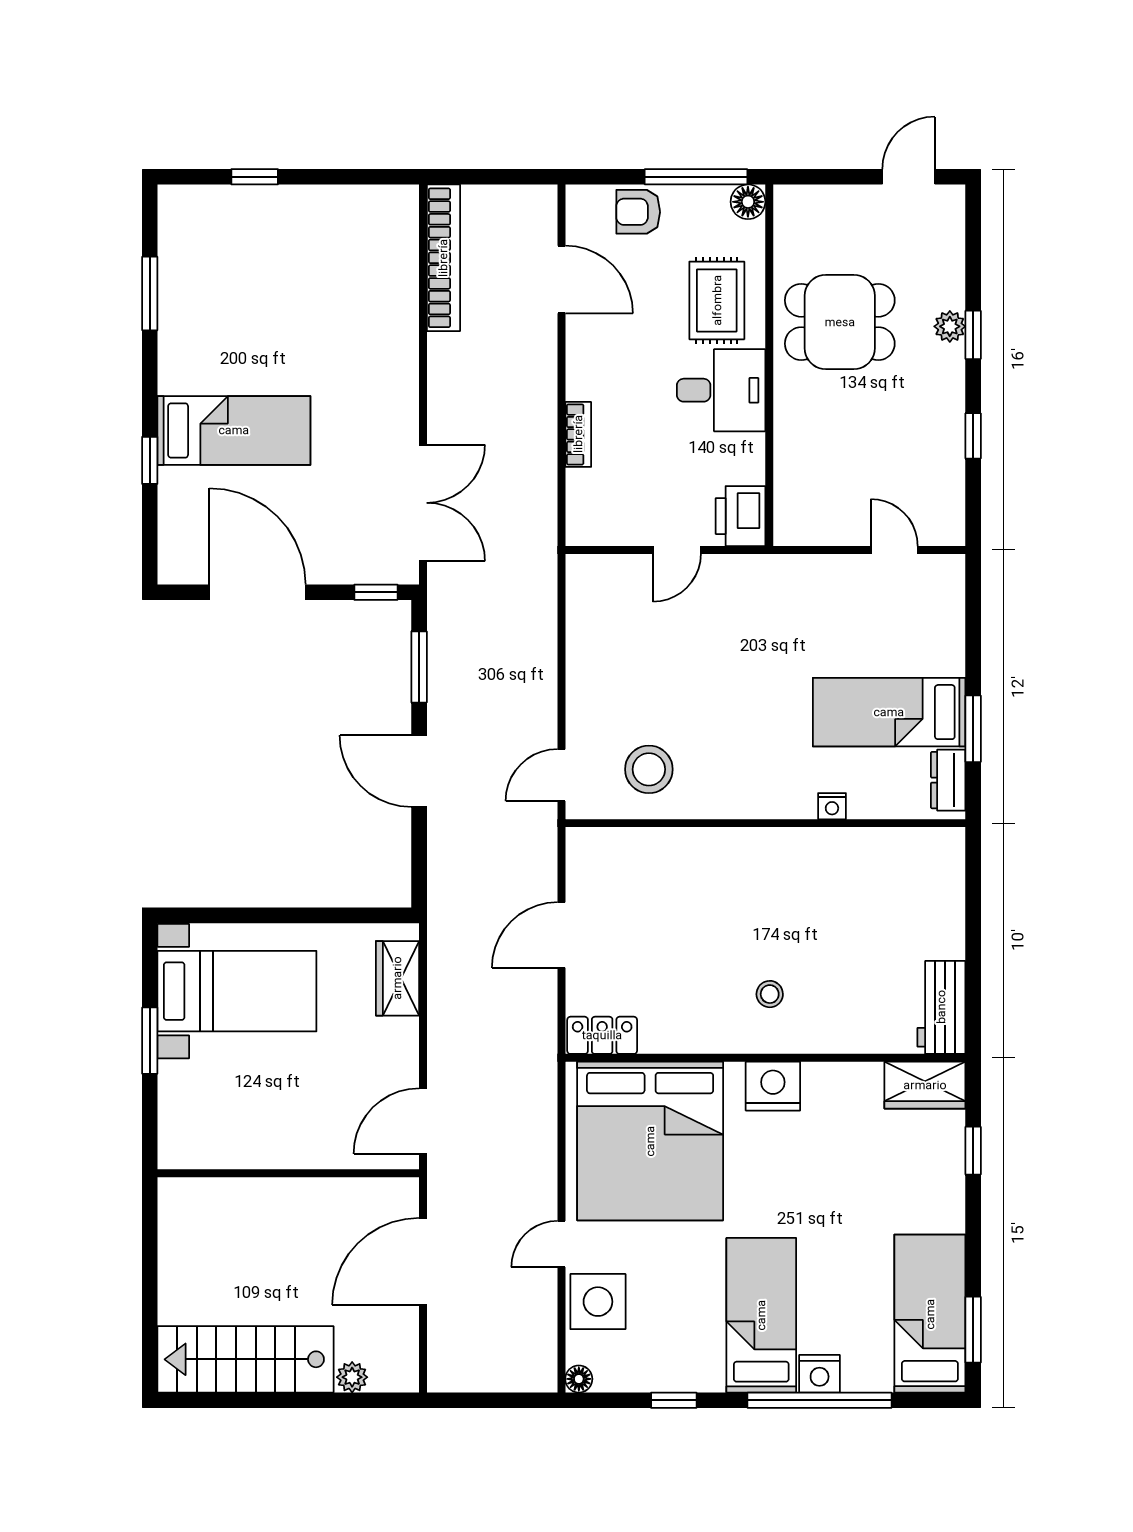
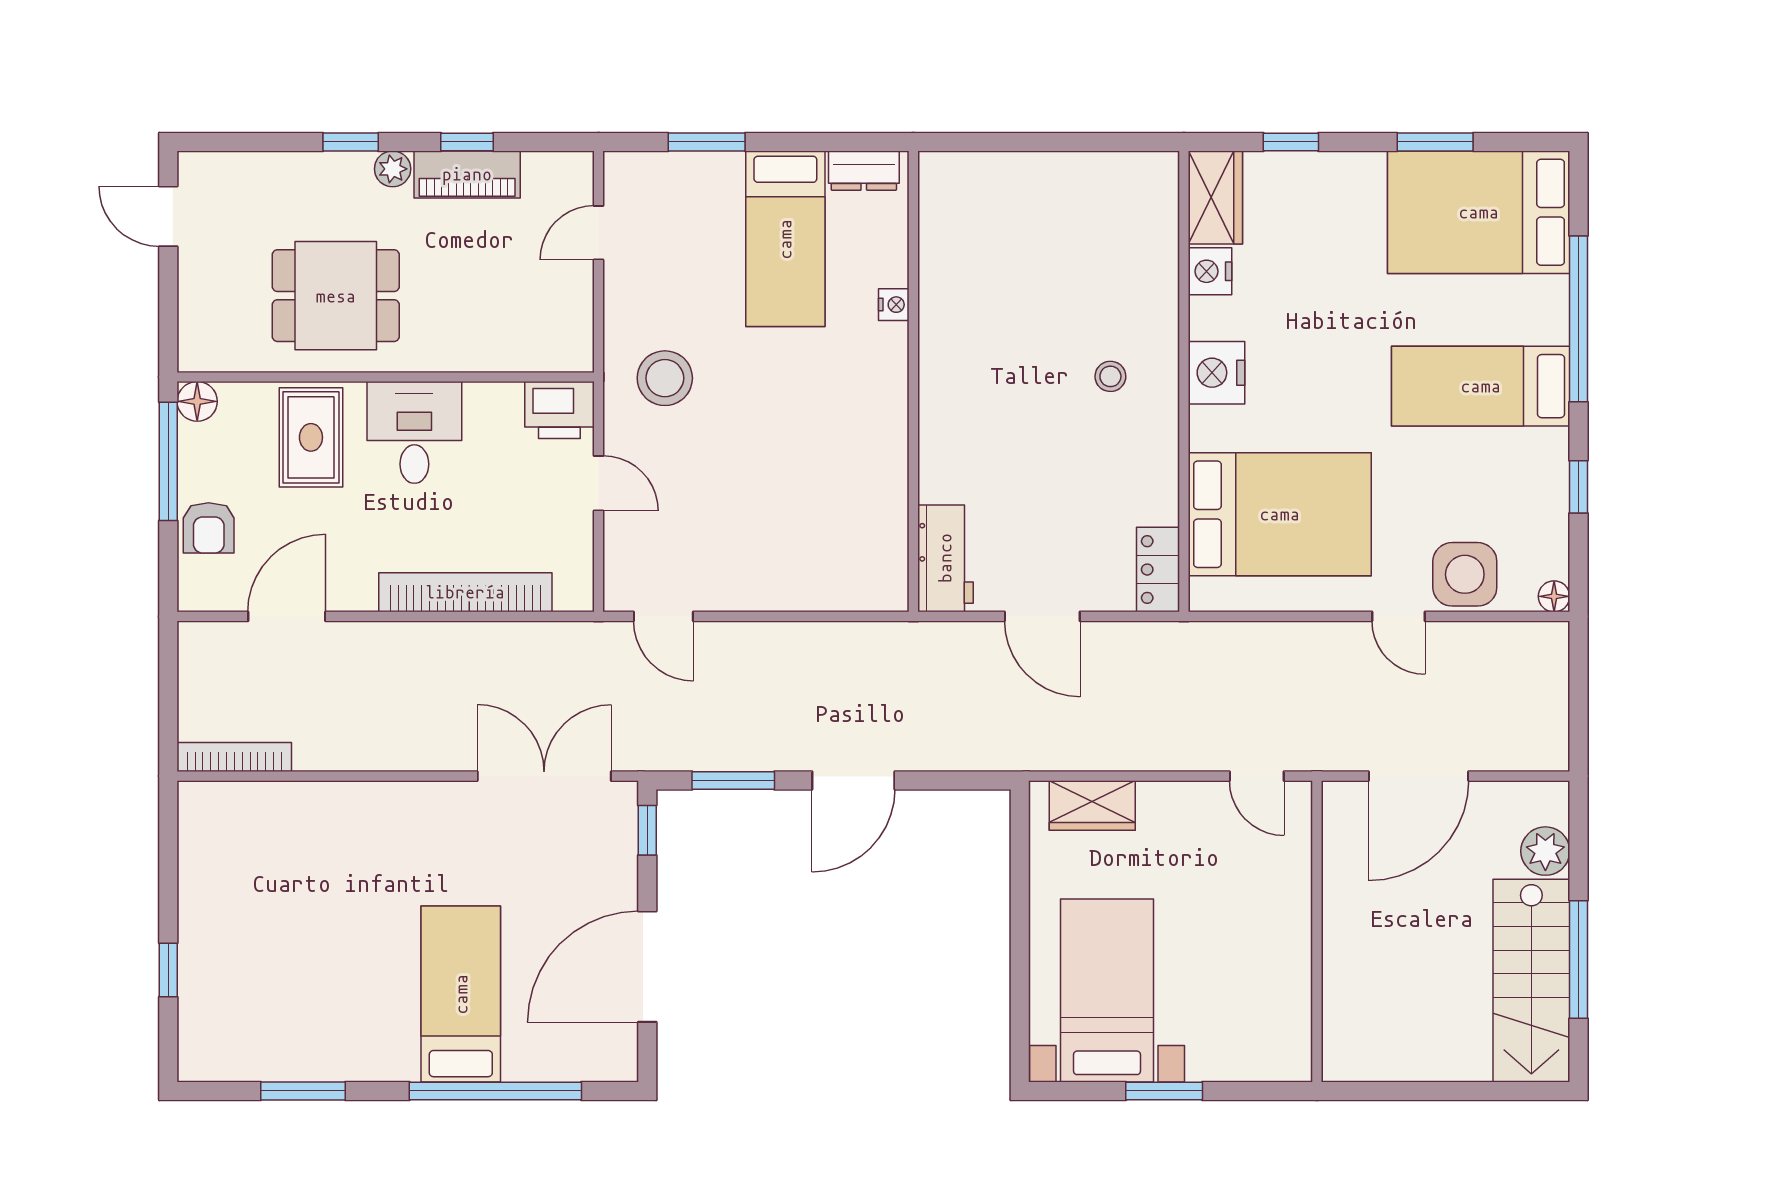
bookcase: (443, 258) -> (234, 757), width x0.68, depth x0.76
rug: (717, 300) -> (311, 437), turned 90
dining table: (840, 322) -> (336, 296), turned 90
plant: (950, 326) -> (393, 169), moved
bookcase: (578, 434) -> (465, 592), width x2.31, depth x1.31
piano: (945, 436) -> (467, 174), added
window: (150, 460) -> (495, 1091), width x3.17
window: (973, 729) -> (707, 142), moved
stool: (649, 769) -> (665, 378), moved
door: (561, 775) -> (663, 616), moved
workbench: (941, 1007) -> (945, 558), moved, turned -90
door: (423, 1121) -> (1257, 776), width x0.73
bed: (650, 1141) -> (1280, 514), width x0.73
door: (423, 1261) -> (1419, 776), hinge flipped
bed: (930, 1314) -> (1479, 212), width x1.50
window: (973, 1330) -> (1435, 142), moved
nightstand: (820, 1374) -> (1210, 271), moved, turned 180
plant: (352, 1377) -> (1545, 851), width x1.38, depth x1.38
window: (264, 1400) -> (1579, 960), added

